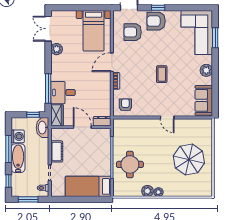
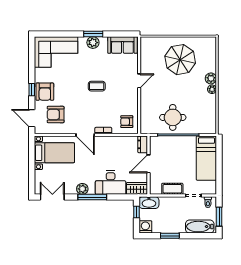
double door: (48, 29) -> (52, 197), swing flipped
armchair: (133, 32) -> (56, 115), turned 90
window: (215, 38) -> (93, 34), moved
plant: (57, 49) -> (82, 189), moved
window: (48, 89) -> (92, 197), moved
desk: (63, 93) -> (111, 183), width x1.37
washing machine: (18, 136) -> (145, 227), moved
window: (9, 149) -> (170, 236), width x0.69
bathtub: (18, 158) -> (200, 227), moved
round table: (130, 164) -> (173, 117), moved
window: (9, 181) -> (201, 236), removed
plant: (147, 191) -> (211, 78), moved

